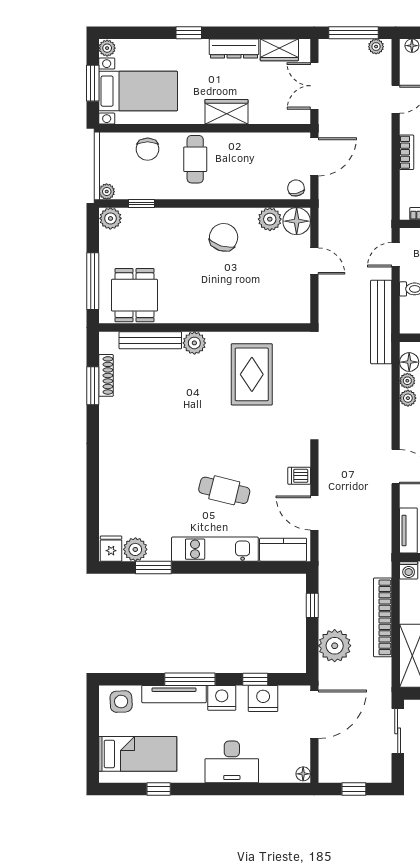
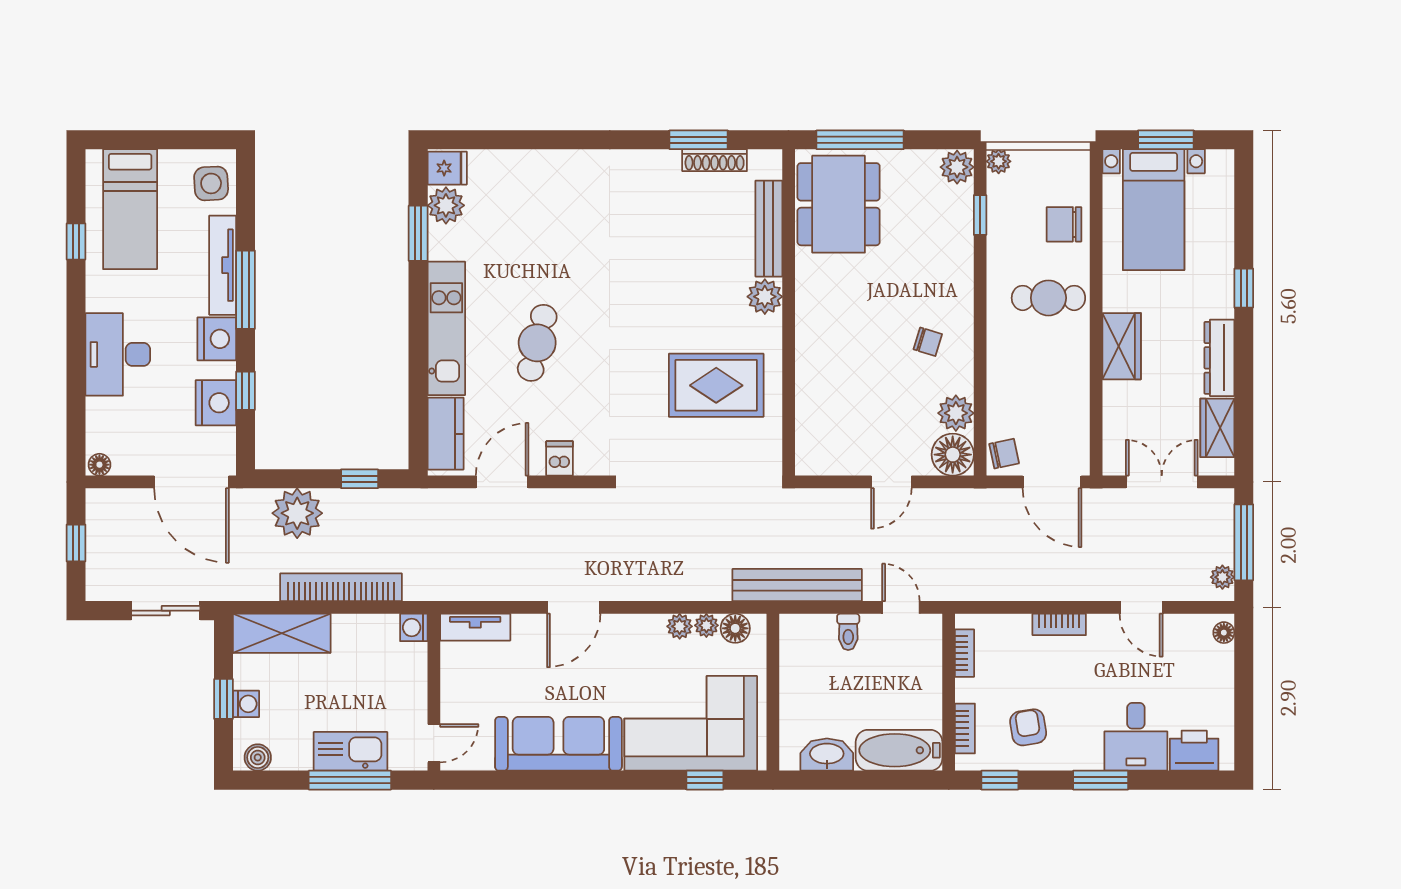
plant: (107, 48) -> (1220, 162), removed
chair: (224, 237) -> (928, 342), width x0.54, depth x0.54
dining table: (134, 295) -> (839, 204), width x1.38

